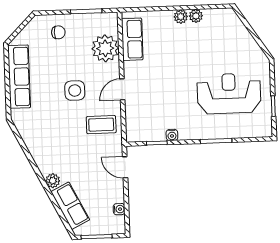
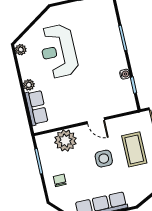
plant: (196, 16) -> (21, 50), moved
row of seats: (132, 39) -> (36, 108), moved, turned 90
reception desk: (229, 94) -> (58, 51), moved
coffee table: (101, 125) -> (134, 149), moved, width x1.36, depth x1.30

